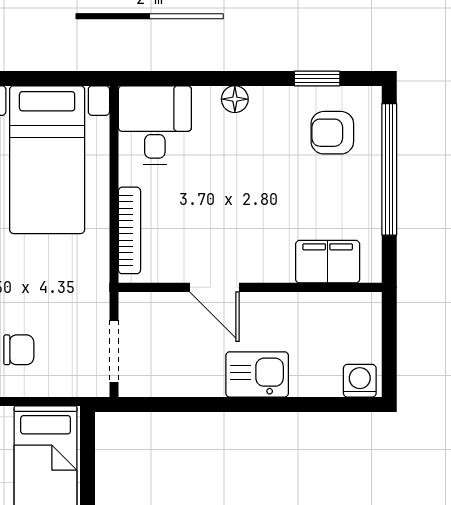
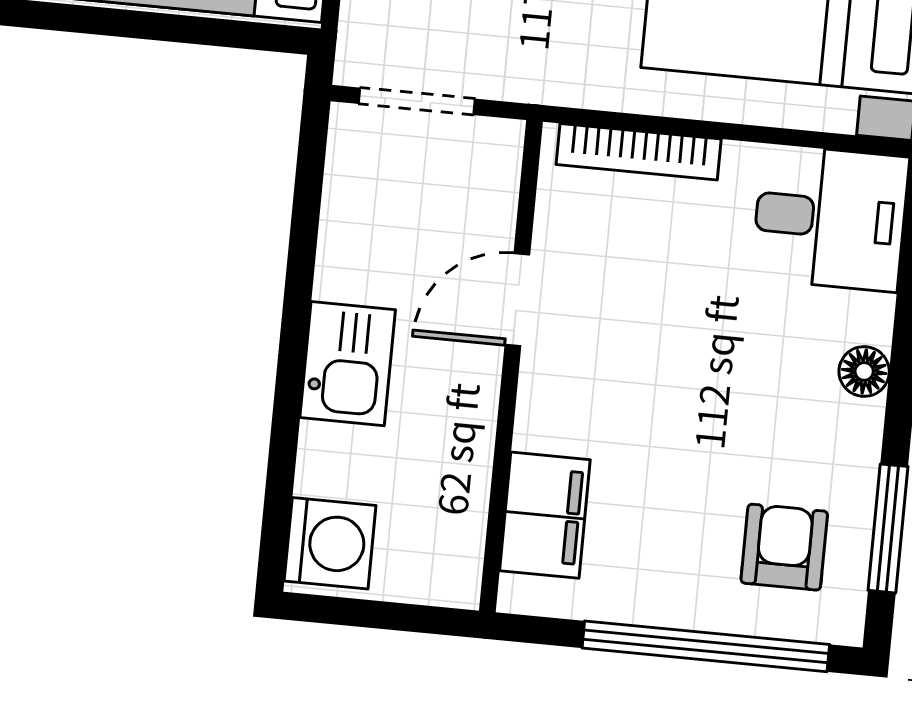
window: (317, 78) -> (888, 528), width x1.50
washing machine: (360, 381) -> (330, 543), width x1.38, depth x1.38

